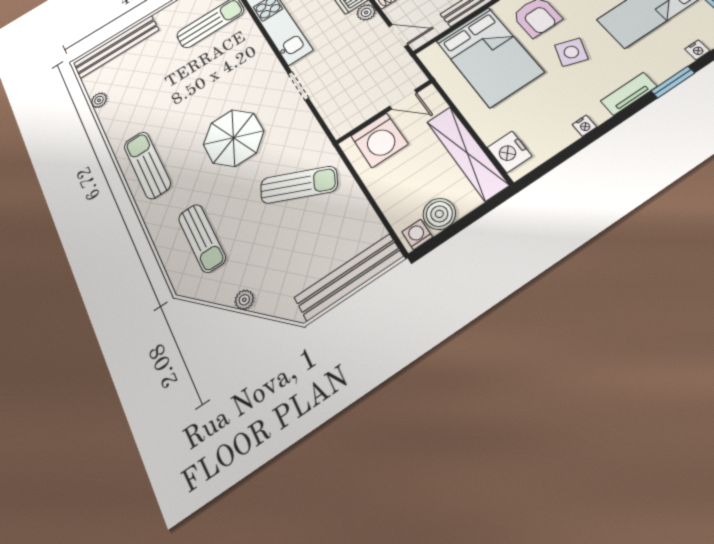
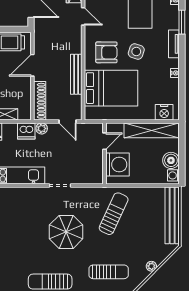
door: (398, 36) -> (68, 121), swing flipped

